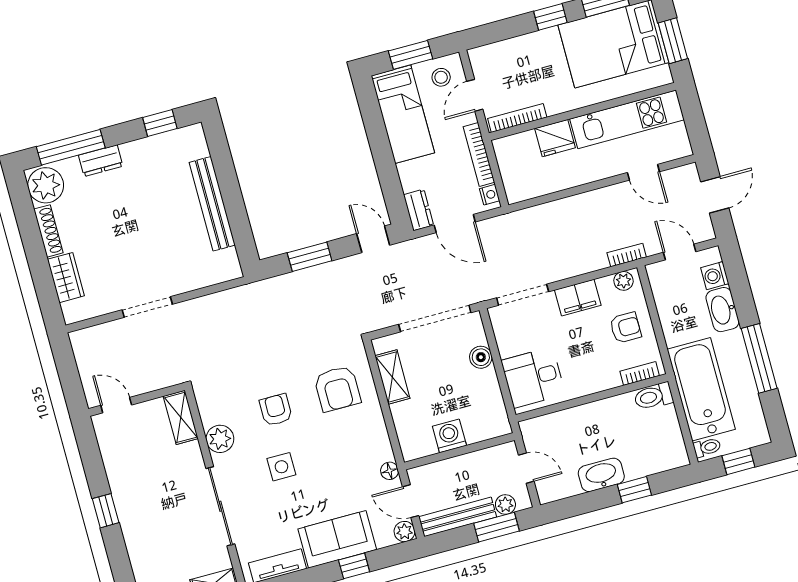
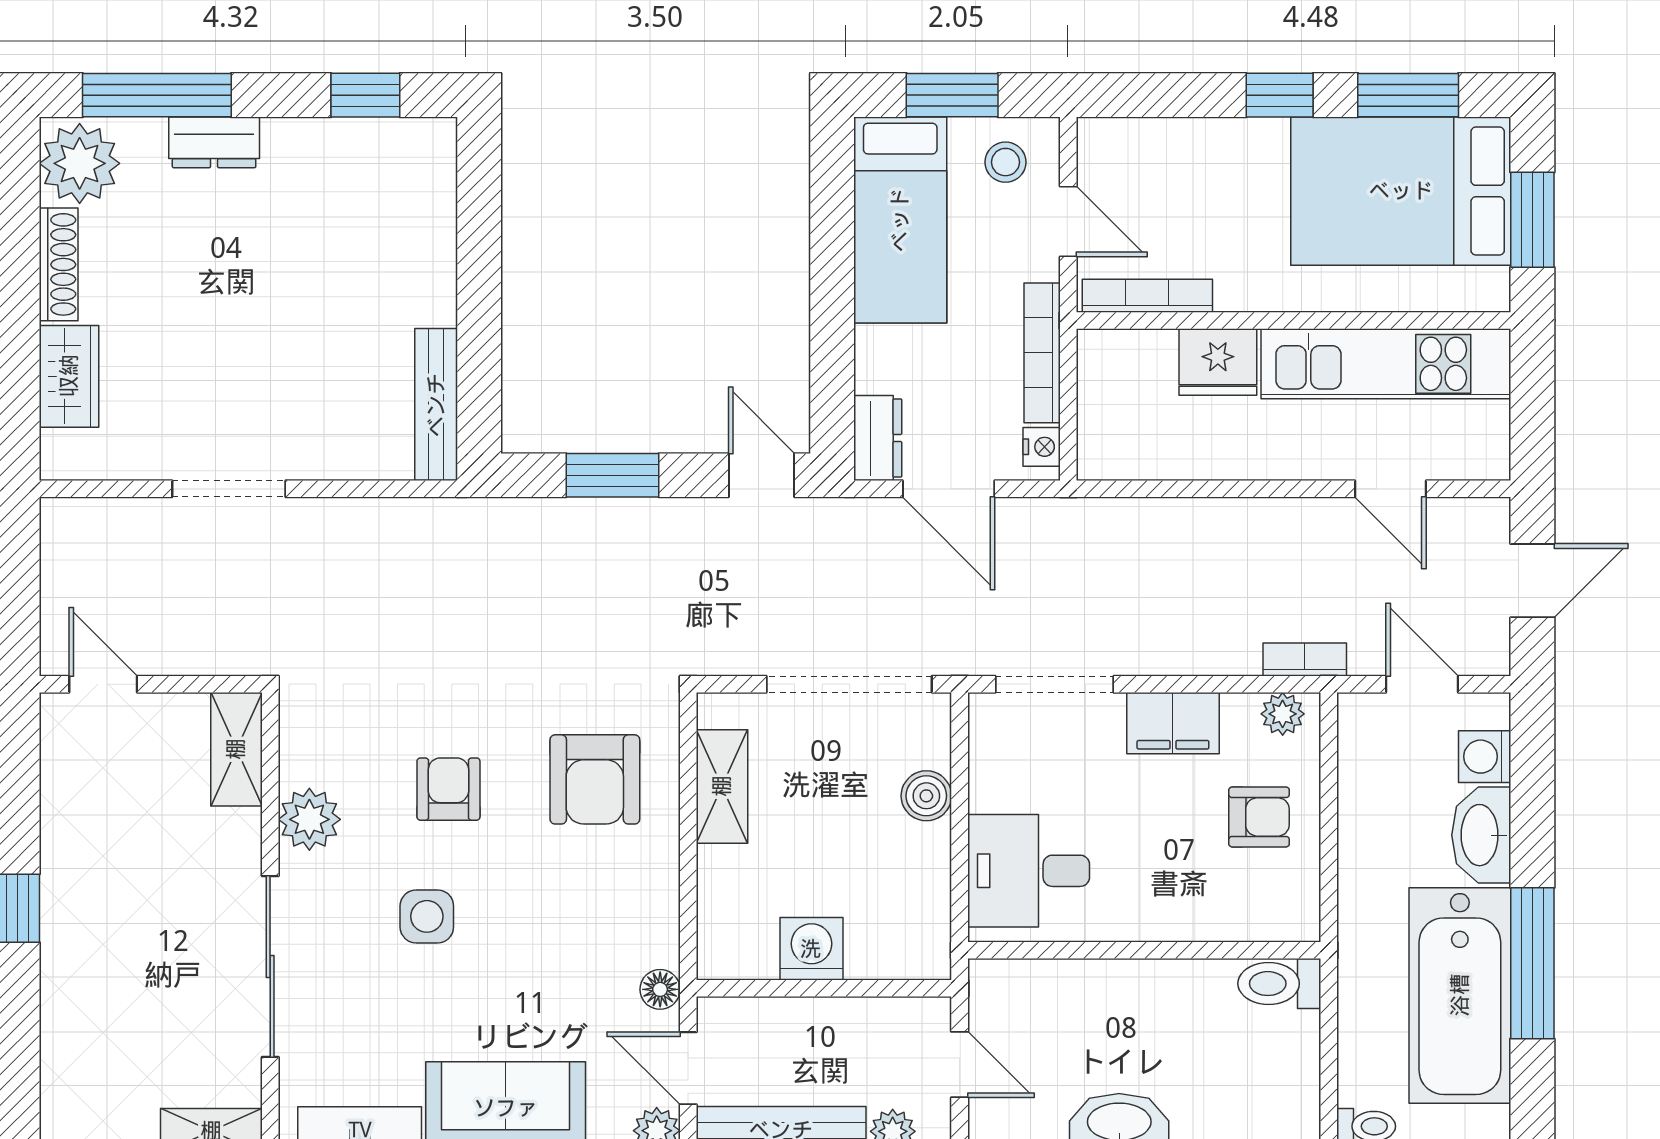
door: (475, 95) -> (1068, 221), swing flipped
bench: (212, 204) -> (436, 405), moved, width x0.73, depth x0.82
bookcase: (640, 373) -> (1263, 925), removed
bathtub: (701, 389) -> (1460, 995), moved, turned 180

